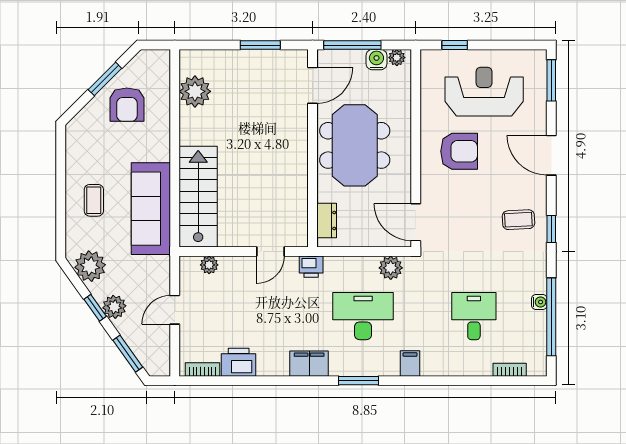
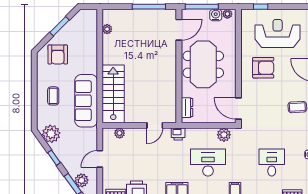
window: (260, 45) -> (149, 7), width x1.44
plant: (195, 91) -> (107, 29), width x0.53, depth x0.53
armchair: (127, 105) -> (58, 54), moved
plant: (114, 307) -> (82, 180), moved

